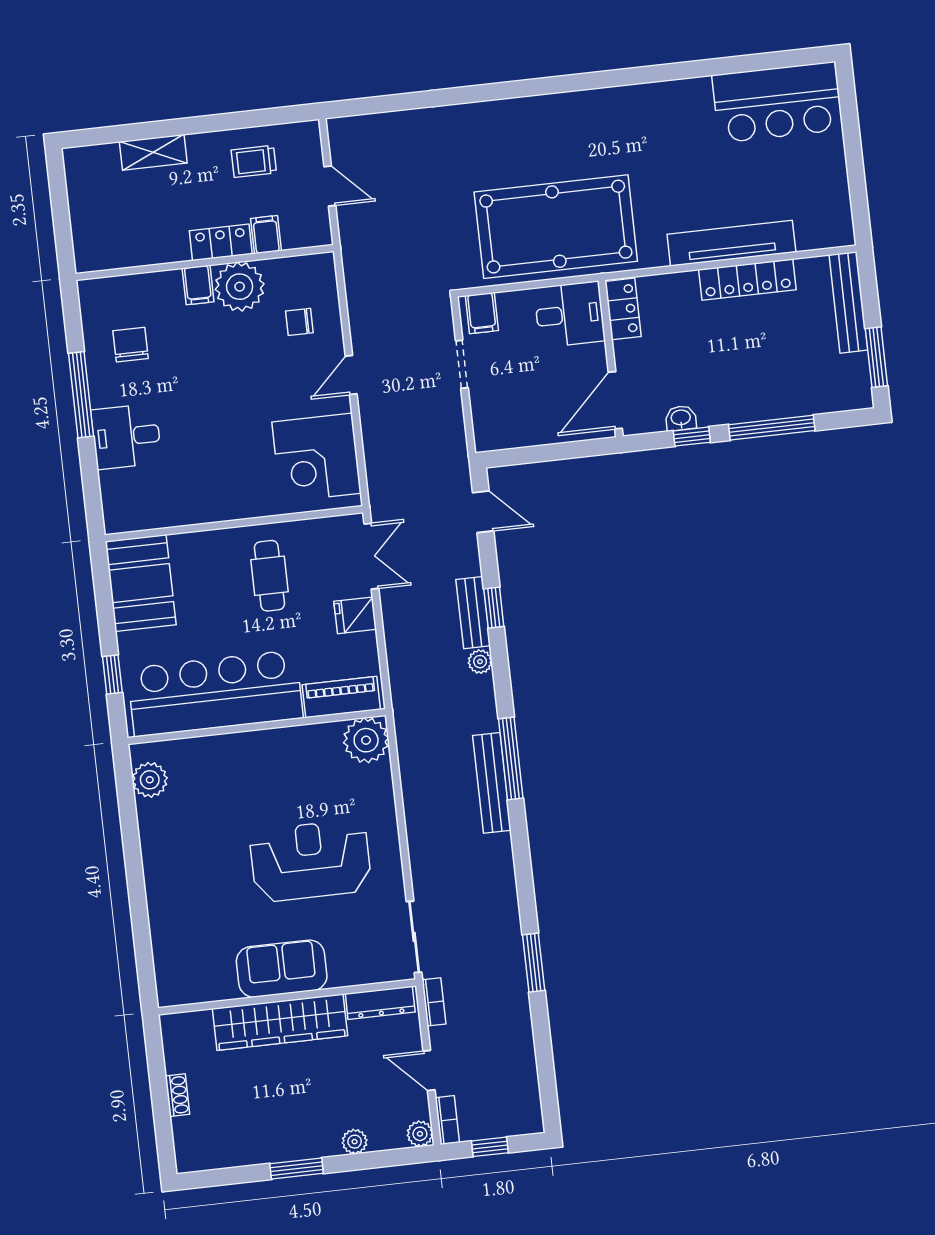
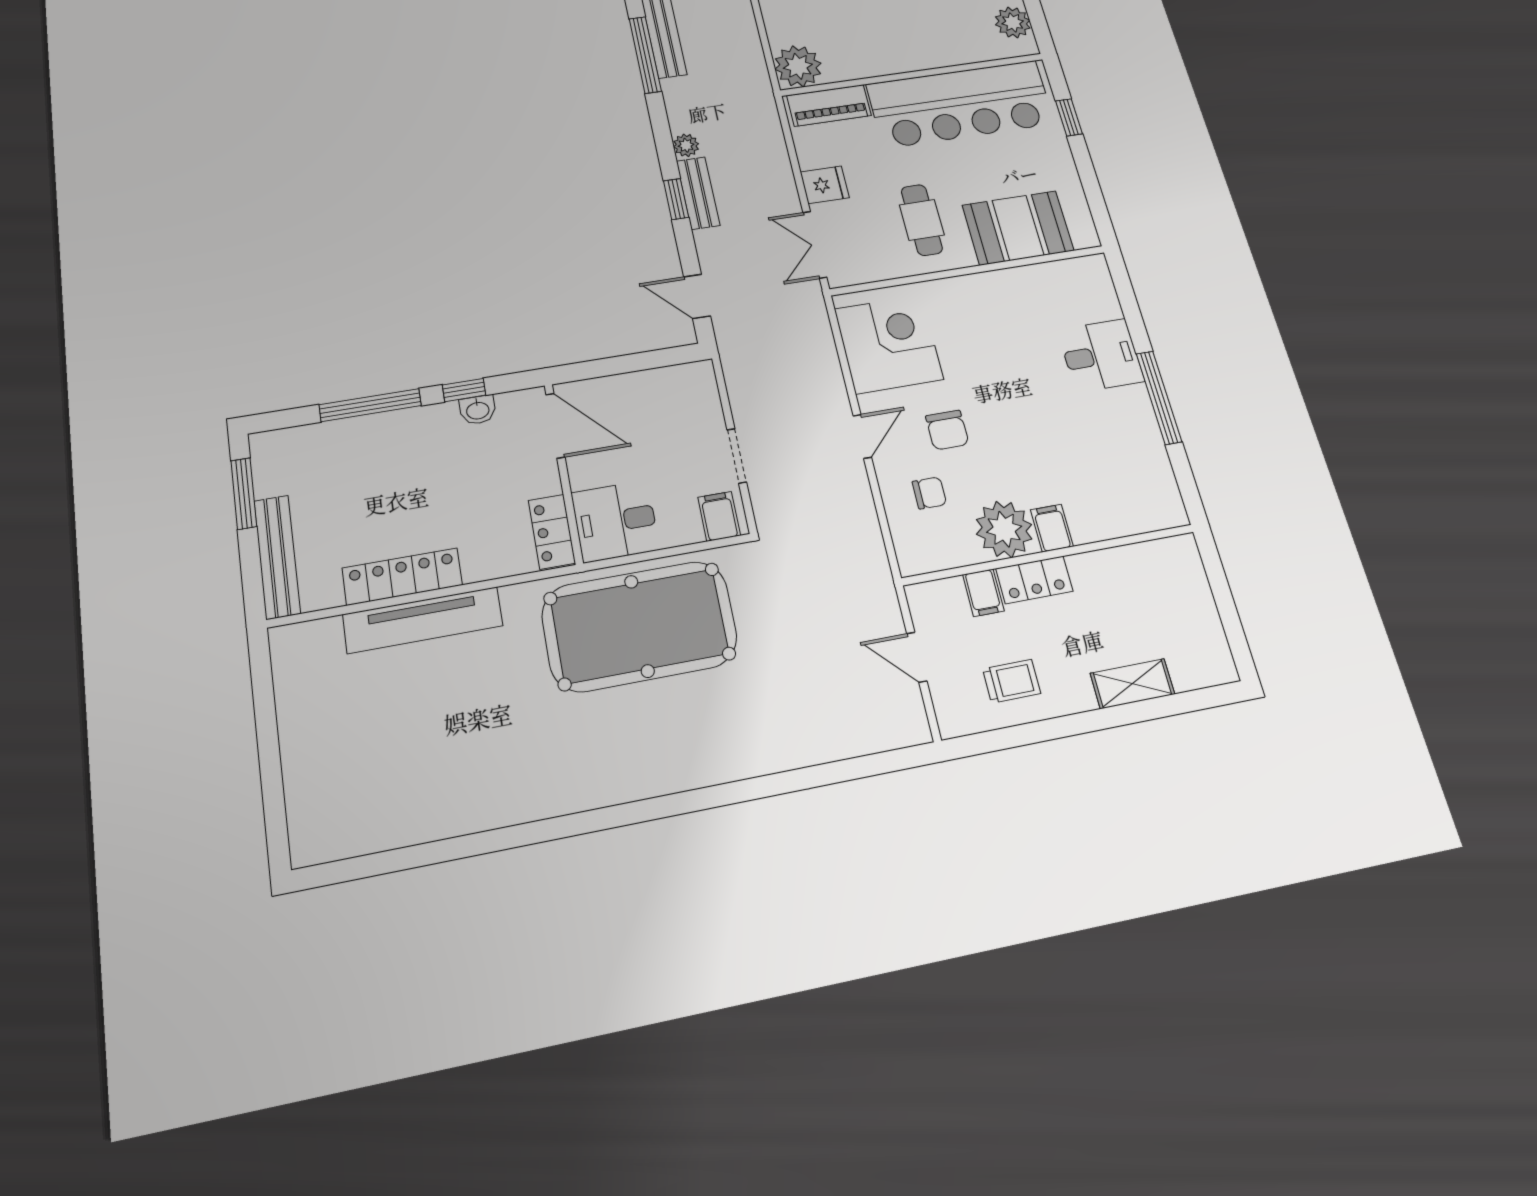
bar counter: (777, 102) -> (368, 807), removed
chair: (131, 345) -> (947, 430), moved
door: (615, 400) -> (555, 426), hinge flipped
booth: (141, 583) -> (1018, 228), moved, turned 90

